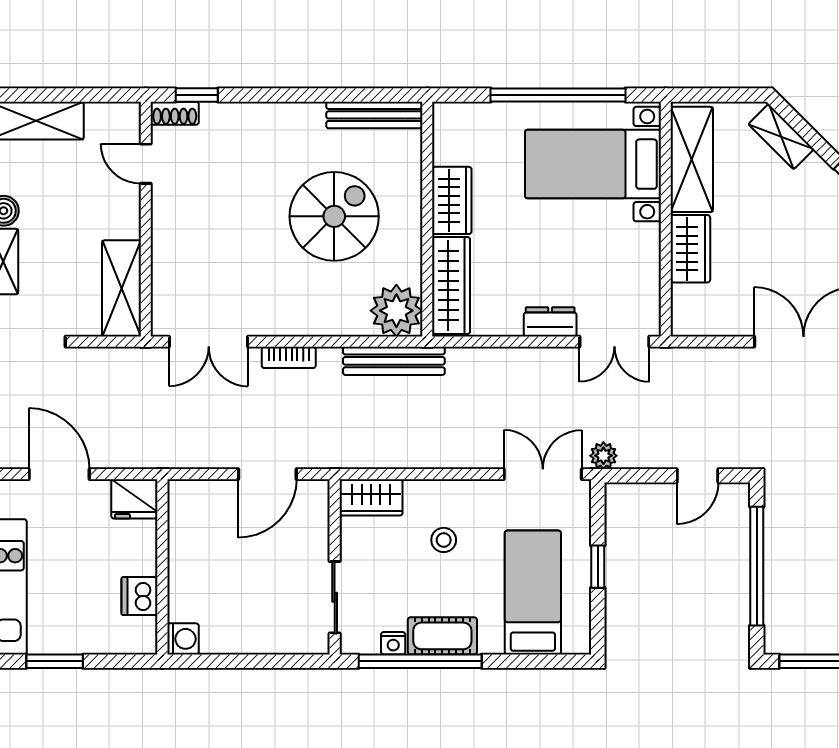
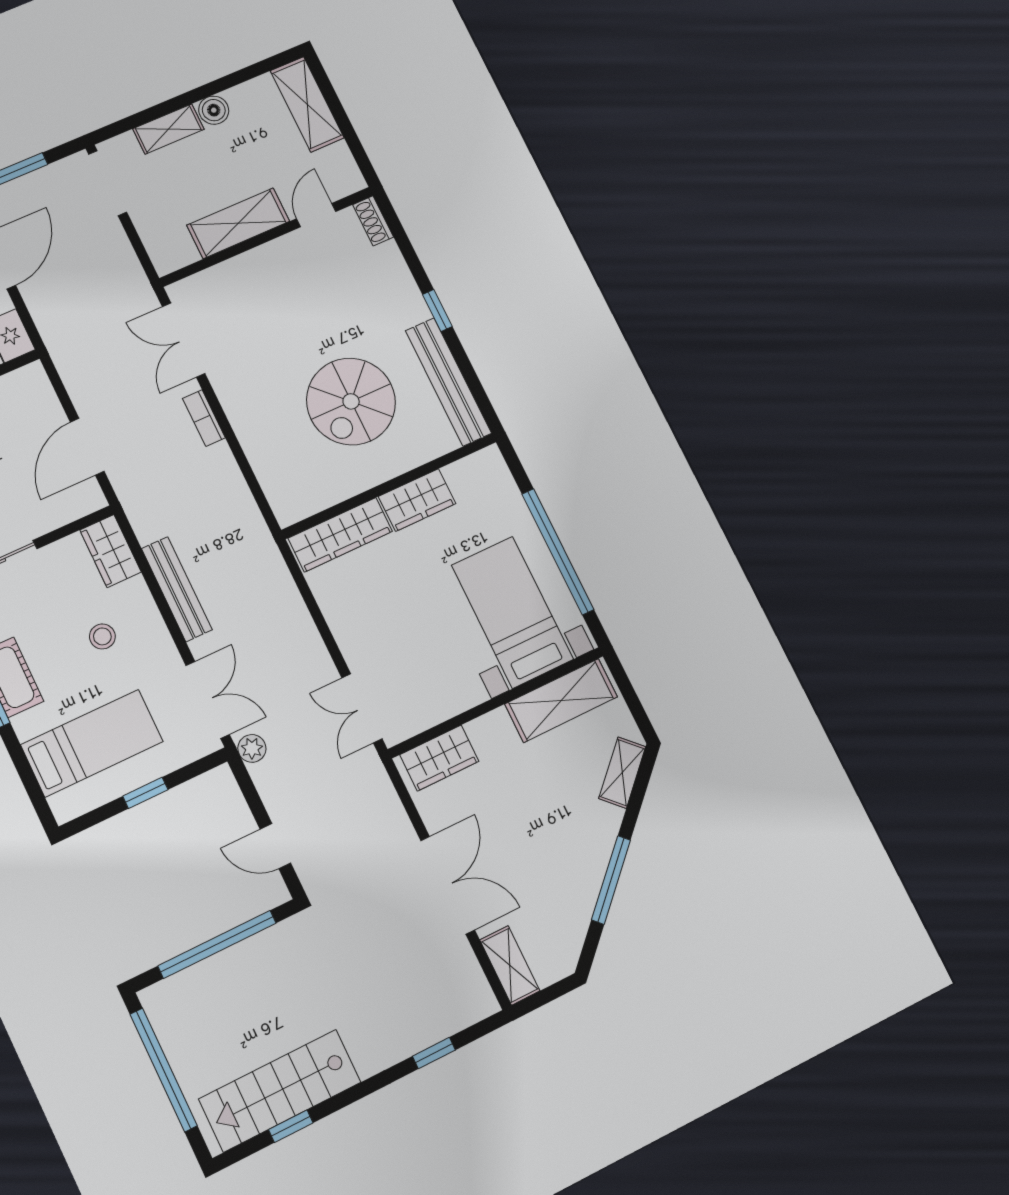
window: (197, 95) -> (437, 311), moved
bench: (374, 115) -> (448, 382), width x1.37, depth x1.21
spiral stairs: (334, 216) -> (351, 401), turned 90
wardrobe: (690, 249) -> (439, 758), moved
shelving: (121, 288) -> (238, 223), moved
plant: (396, 311) -> (293, 496), removed
dresser: (550, 322) -> (351, 640), removed
bench: (394, 361) -> (177, 589), moved
door: (267, 474) -> (87, 447), hinge flipped

